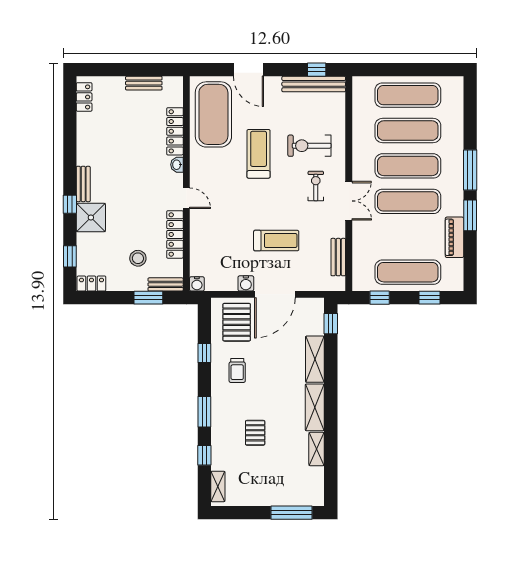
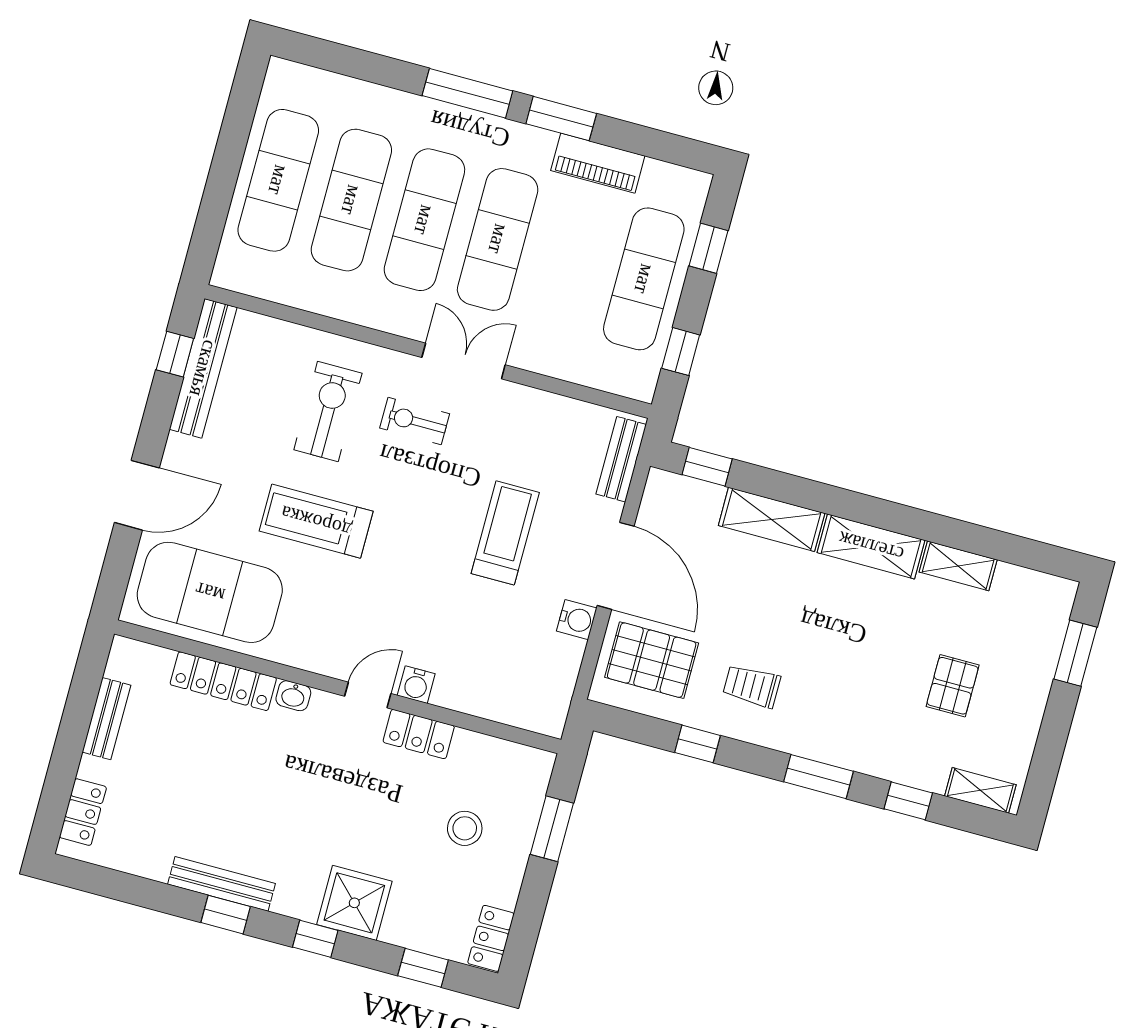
locker: (84, 97) -> (83, 812), moved, turned 90
exercise bike: (309, 146) -> (328, 411), turned 180
window: (70, 161) -> (226, 915), added
bench: (83, 184) -> (222, 884), moved, width x1.36
locker: (175, 234) -> (419, 734), width x0.66
bench: (338, 257) -> (621, 459), moved, turned 90
bench: (166, 284) -> (534, 786), removed
water cooler: (197, 284) -> (416, 685), moved, turned 90
trolley: (237, 370) -> (752, 686), turned 180
pallet: (255, 433) -> (953, 686), moved, turned 90
window: (291, 513) -> (1075, 653), width x0.69

